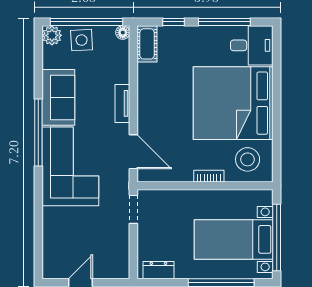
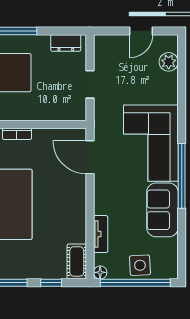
plant: (52, 35) -> (169, 62), moved
tv unit: (122, 103) -> (101, 234), moved
doorway: (133, 209) -> (90, 84), moved

